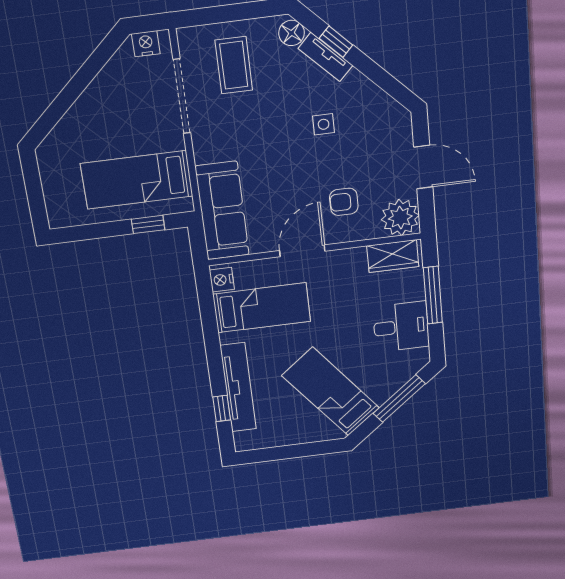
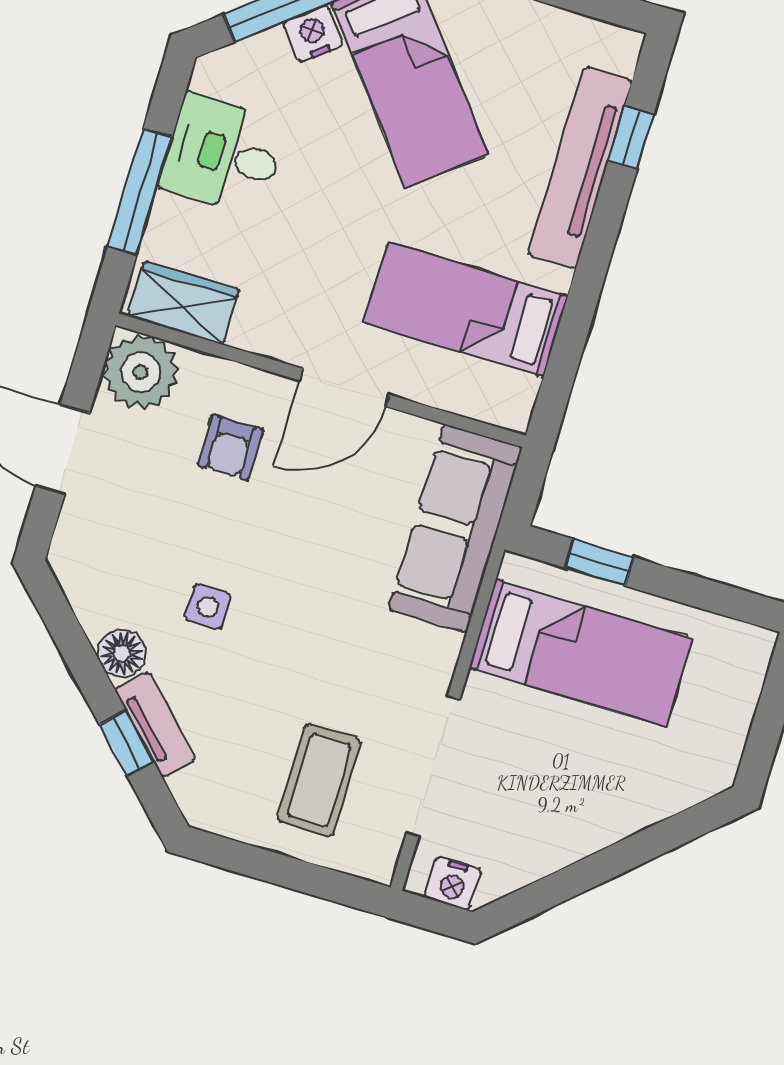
floor lamp: (292, 33) -> (122, 653), moved
armchair: (344, 202) -> (231, 447), turned 90
nightstand: (222, 280) -> (313, 34), moved, turned -129

